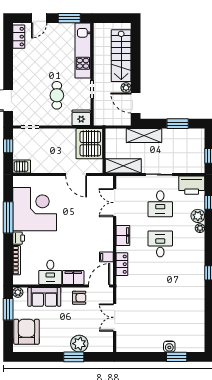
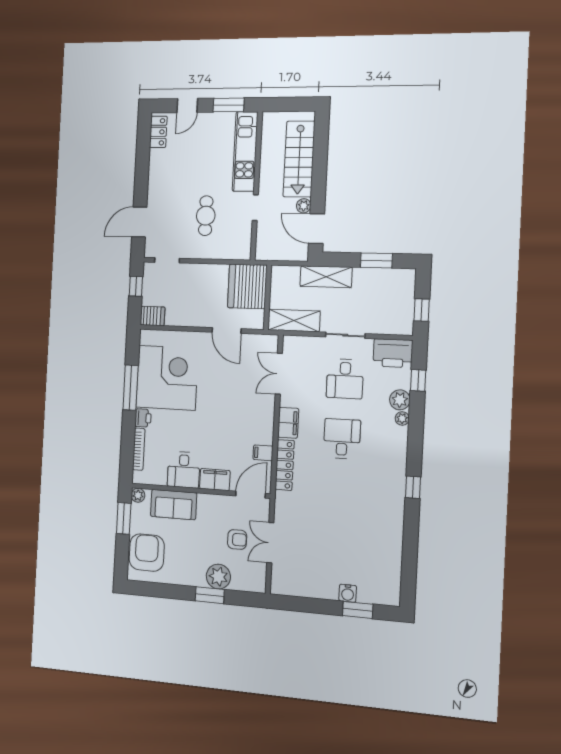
fridge: (81, 118) -> (238, 249), removed
locker: (122, 264) -> (285, 465), width x1.53
armchair: (79, 298) -> (237, 540), moved

